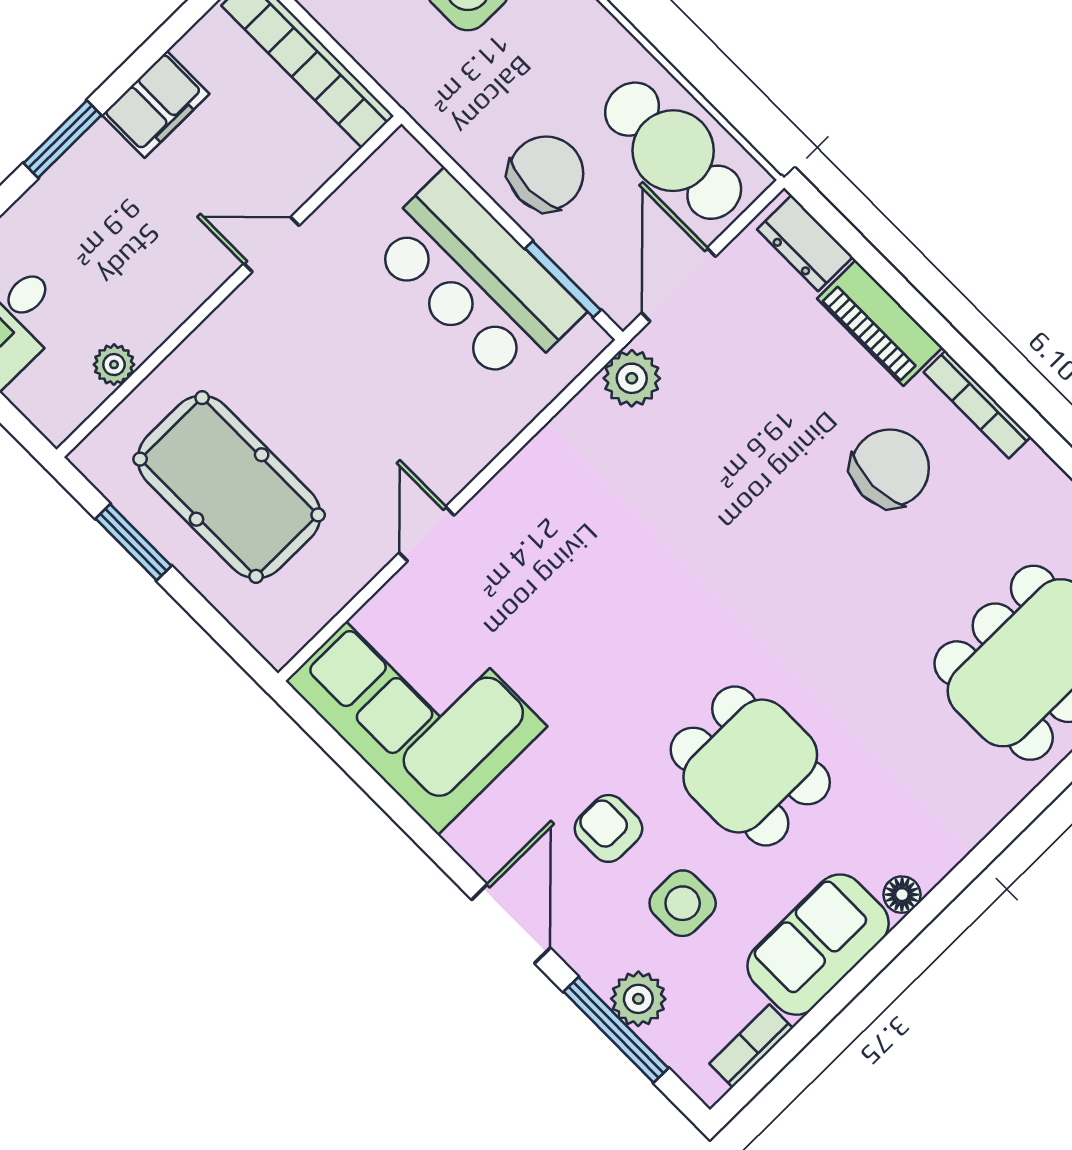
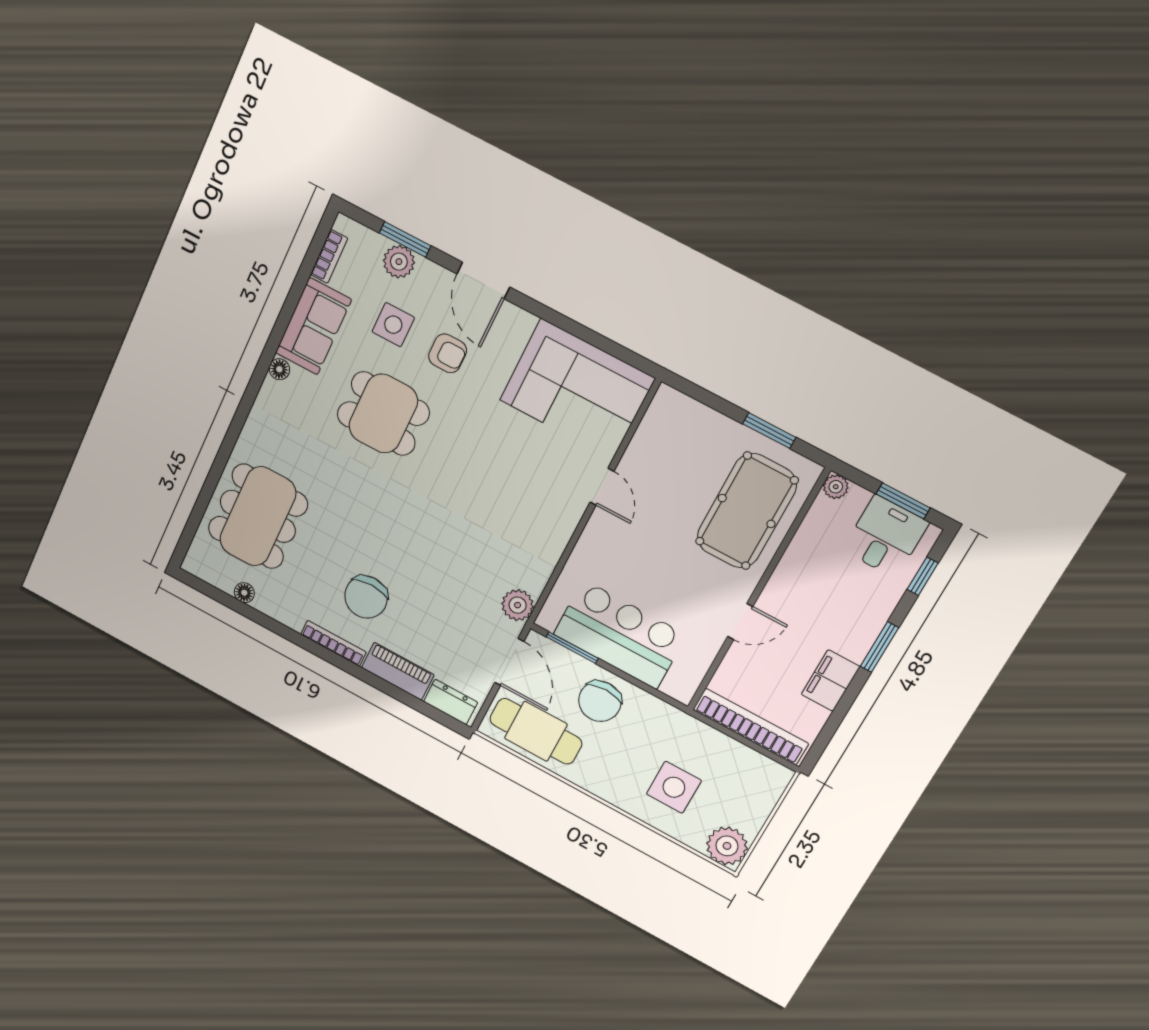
plant: (114, 365) -> (836, 487), moved
pool table: (229, 487) -> (747, 511), moved, turned 90
window: (616, 1030) -> (405, 239), width x0.69

